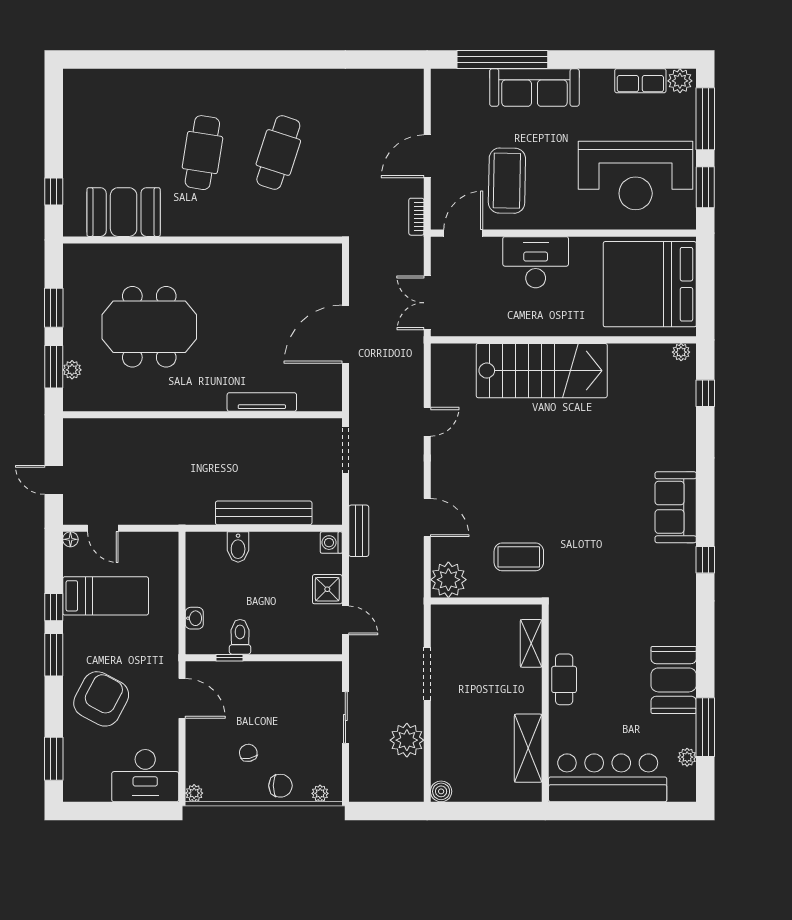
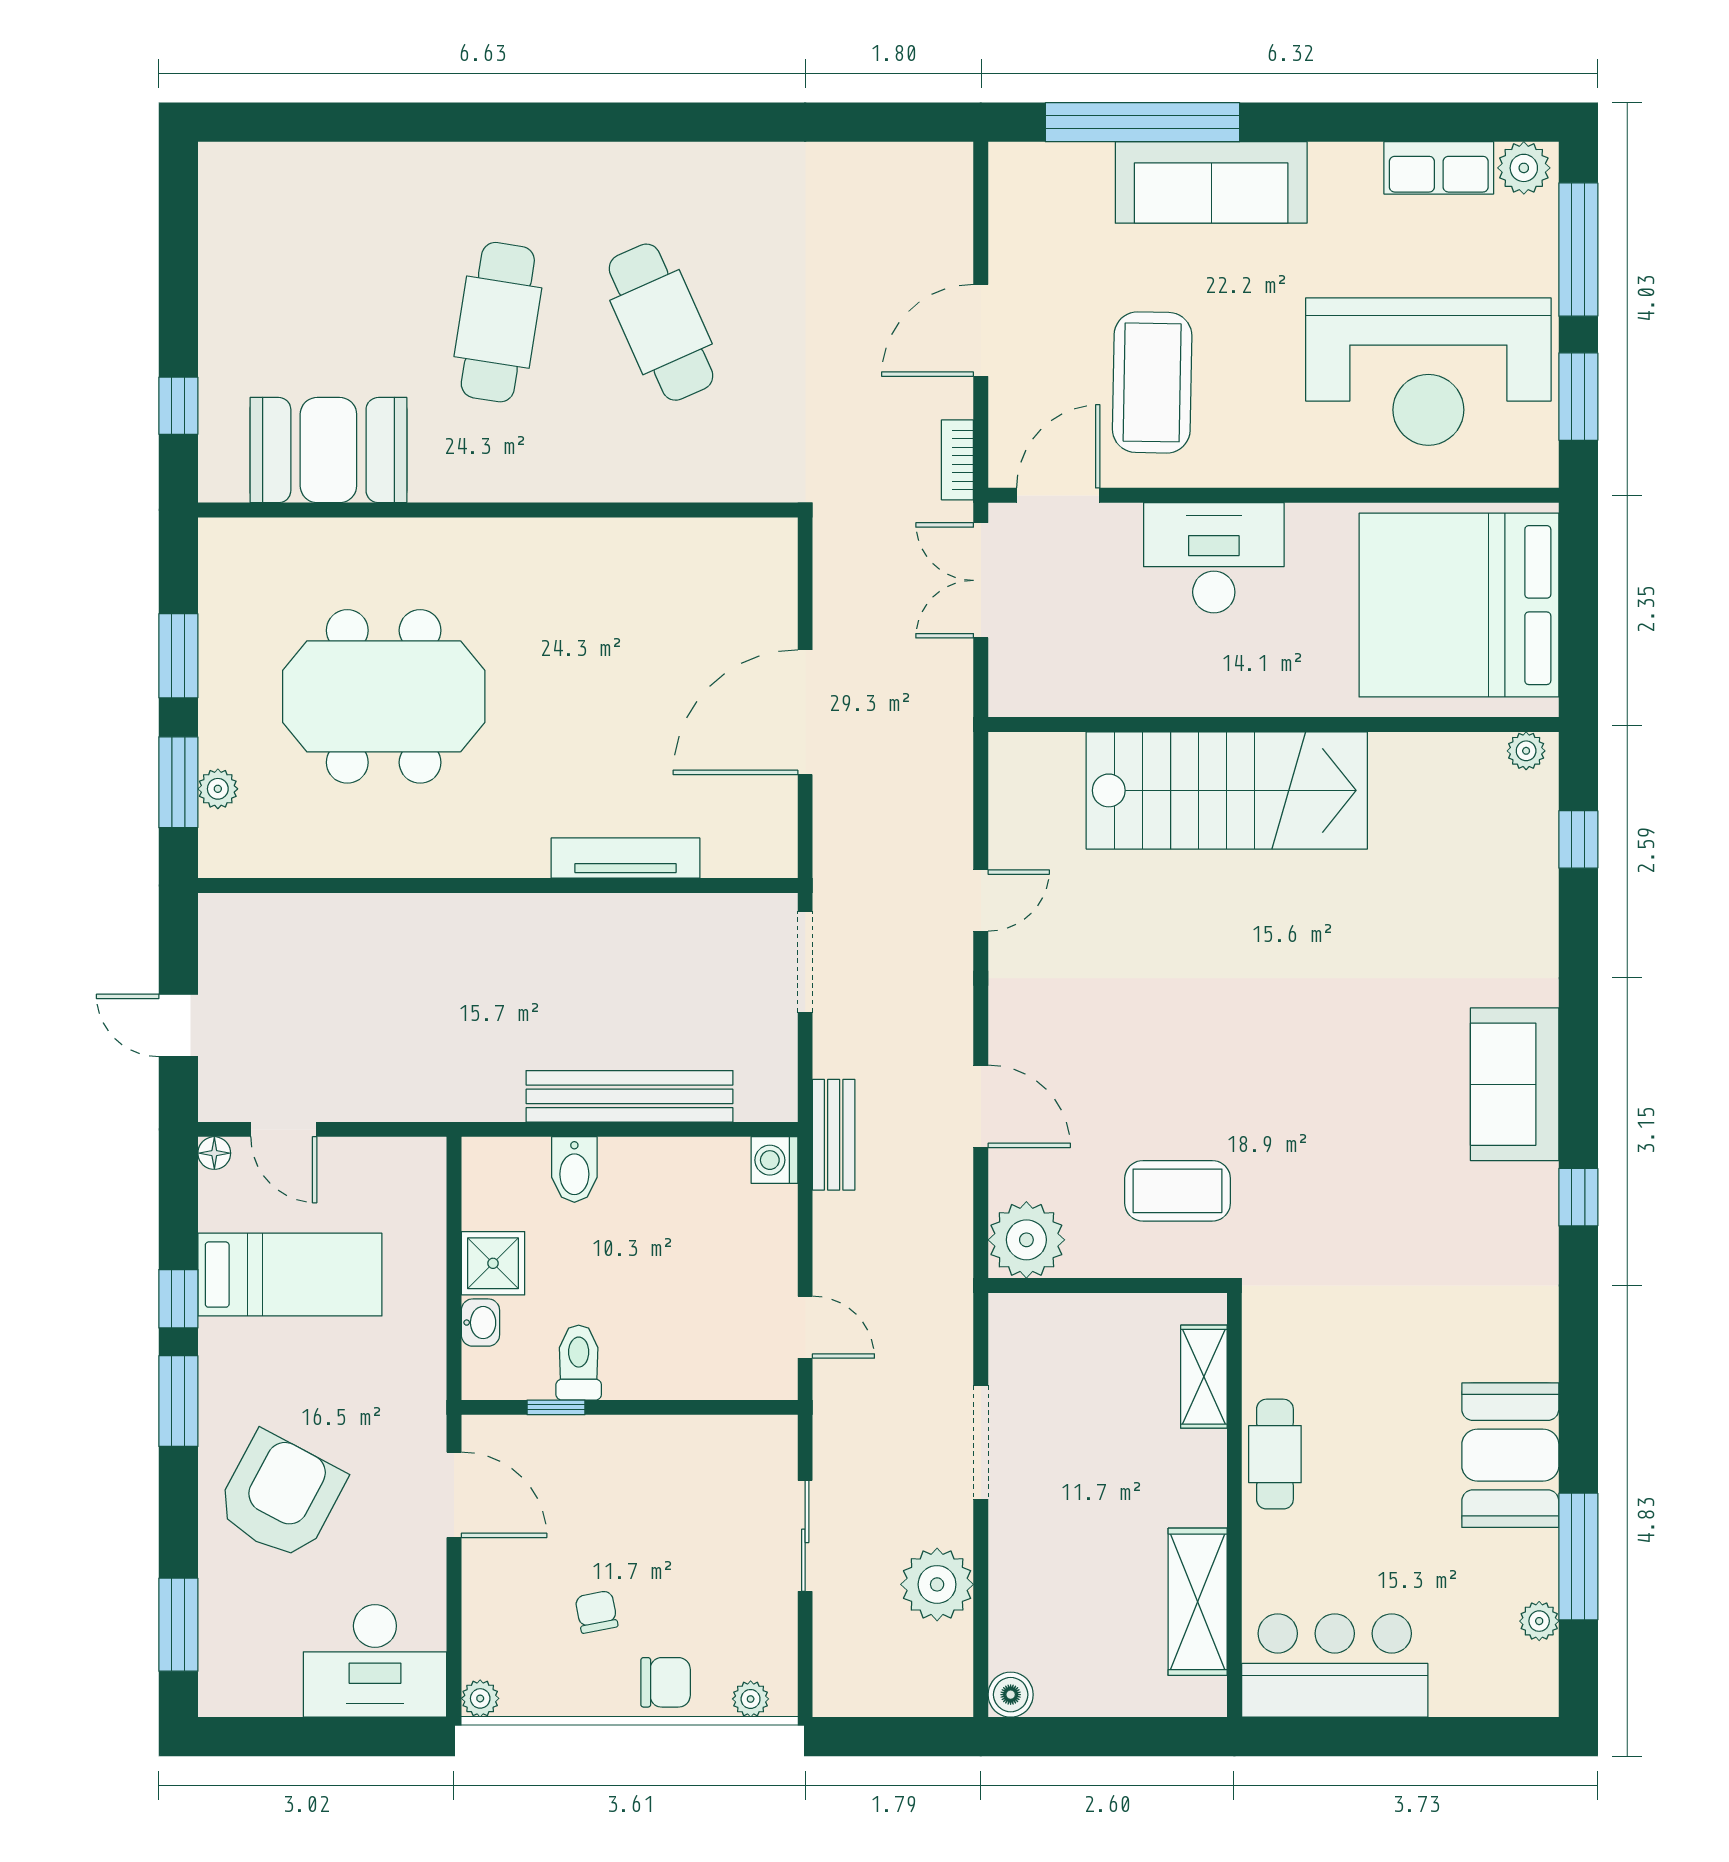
cafe table: (278, 153) -> (661, 322), turned -42
double door: (427, 303) -> (981, 580), moved
shower: (327, 589) -> (493, 1263), moved
bar counter: (608, 778) -> (1335, 1665), width x0.73

